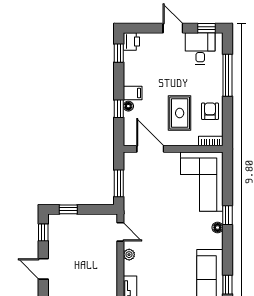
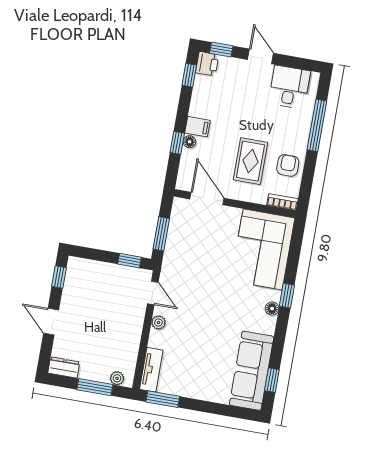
window: (207, 28) -> (221, 49), moved
window: (68, 209) -> (129, 261), moved

